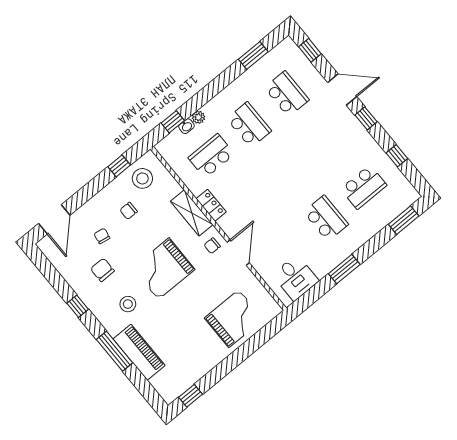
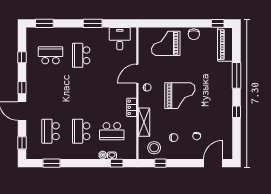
shelving: (192, 213) -> (144, 122), moved
chair: (102, 270) -> (194, 34), moved
stool: (128, 304) -> (211, 93), removed
piano: (139, 352) -> (225, 44), moved

